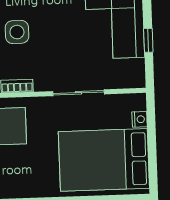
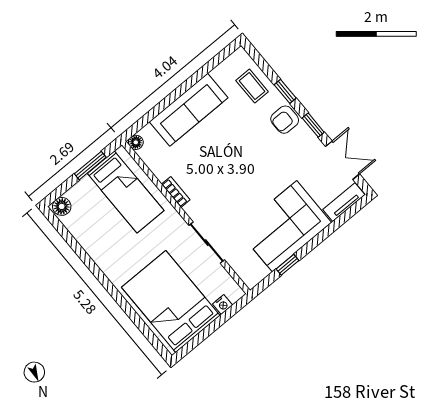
side table: (17, 32) -> (217, 160), removed

